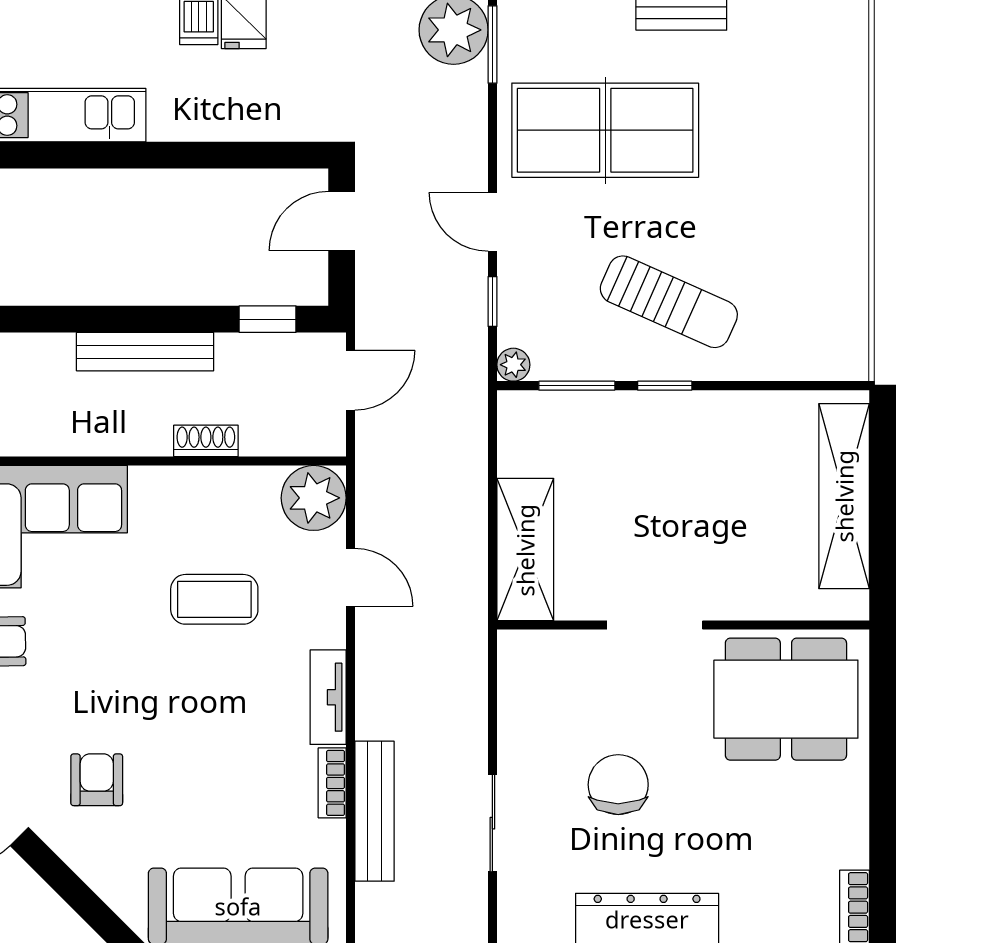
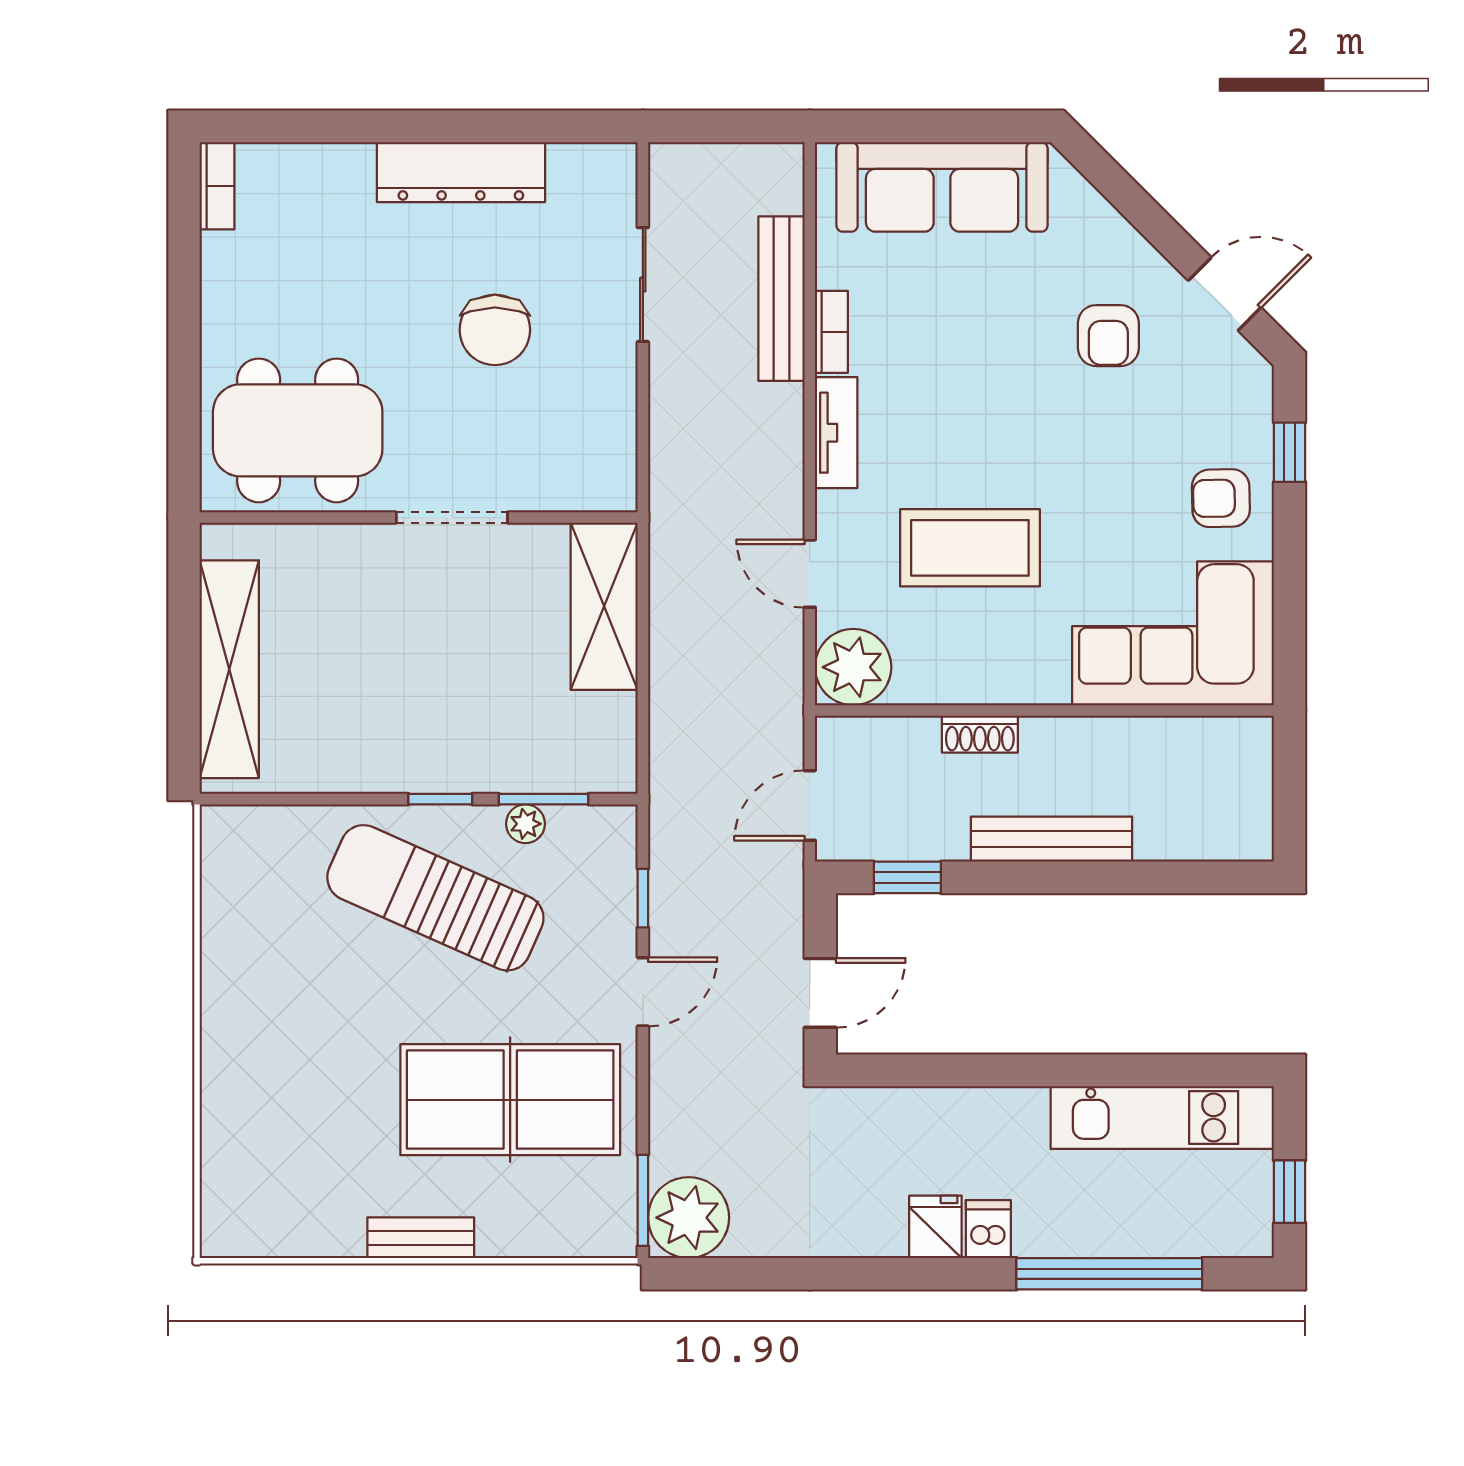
door: (492, 222) -> (643, 992), hinge flipped
sun lounger: (669, 302) -> (435, 898), width x1.36, depth x1.34
plant: (513, 365) -> (525, 824), moved
coffee table: (214, 599) -> (970, 548), width x1.36, depth x1.32

